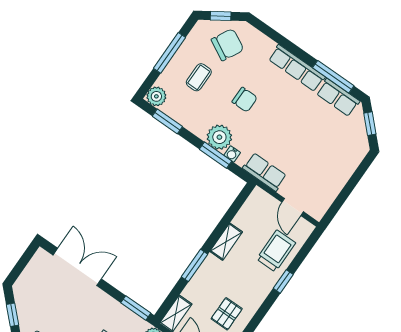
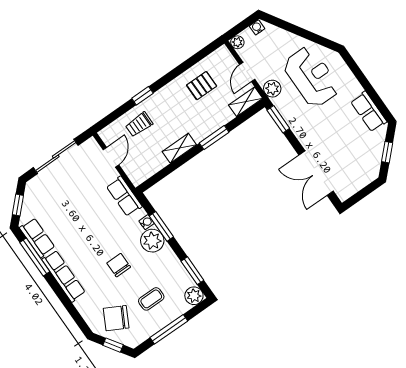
sliding door: (349, 187) -> (56, 156), added
trolley: (276, 251) -> (139, 124), width x0.73, depth x0.72

